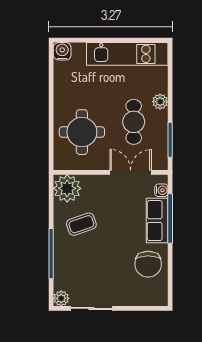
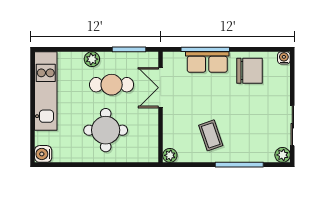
round table: (82, 132) -> (106, 130), moved
plant: (67, 188) -> (170, 155), width x0.53, depth x0.53
water cooler: (161, 190) -> (284, 58), moved

